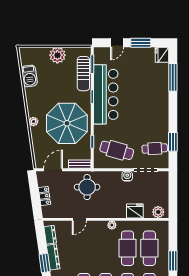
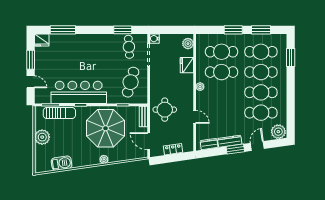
water cooler: (127, 176) -> (155, 39), moved

